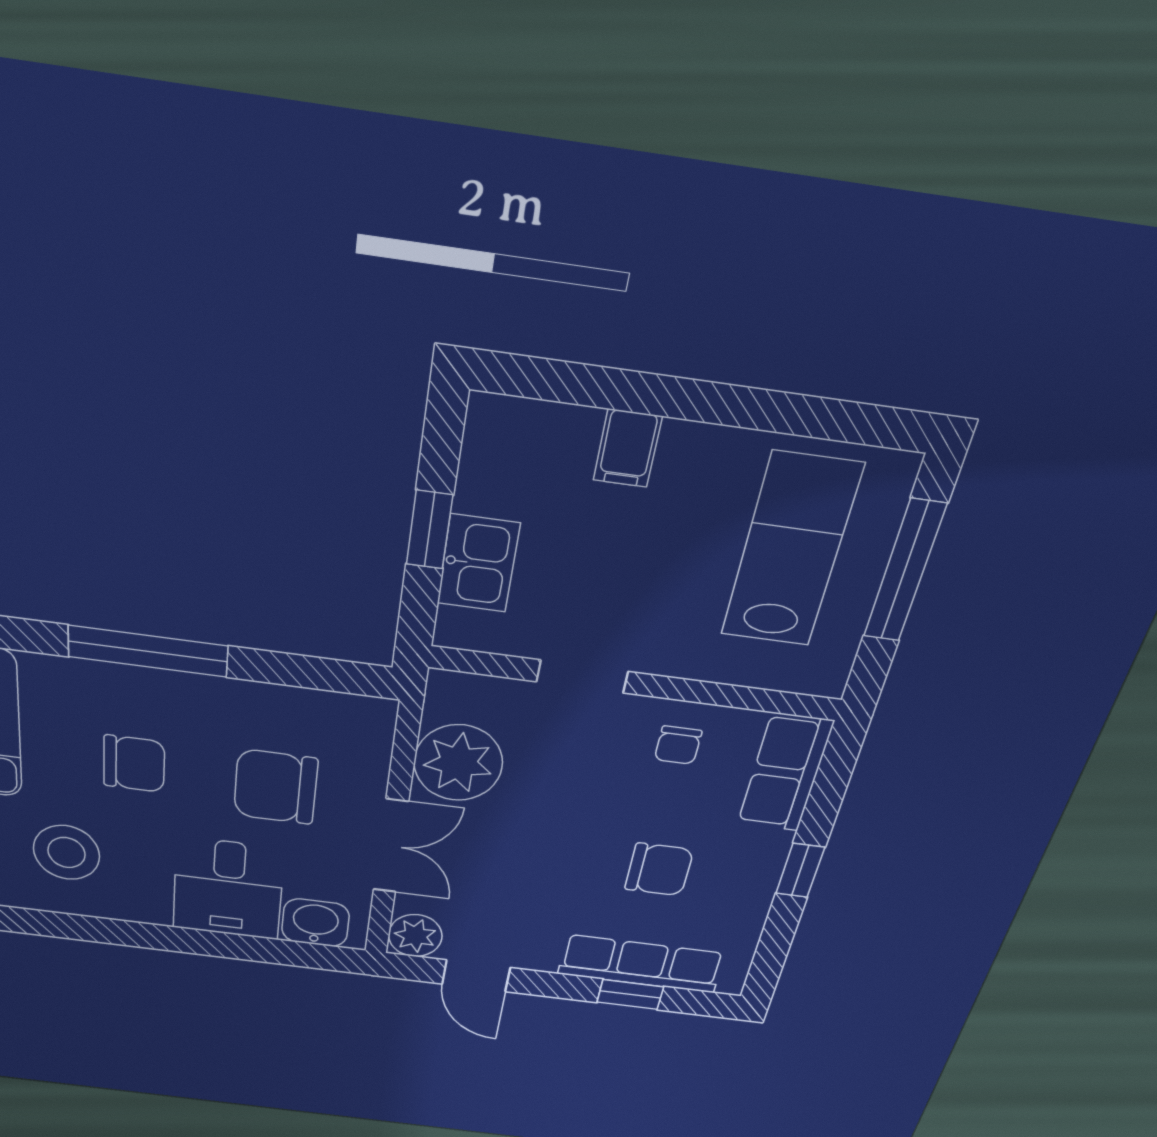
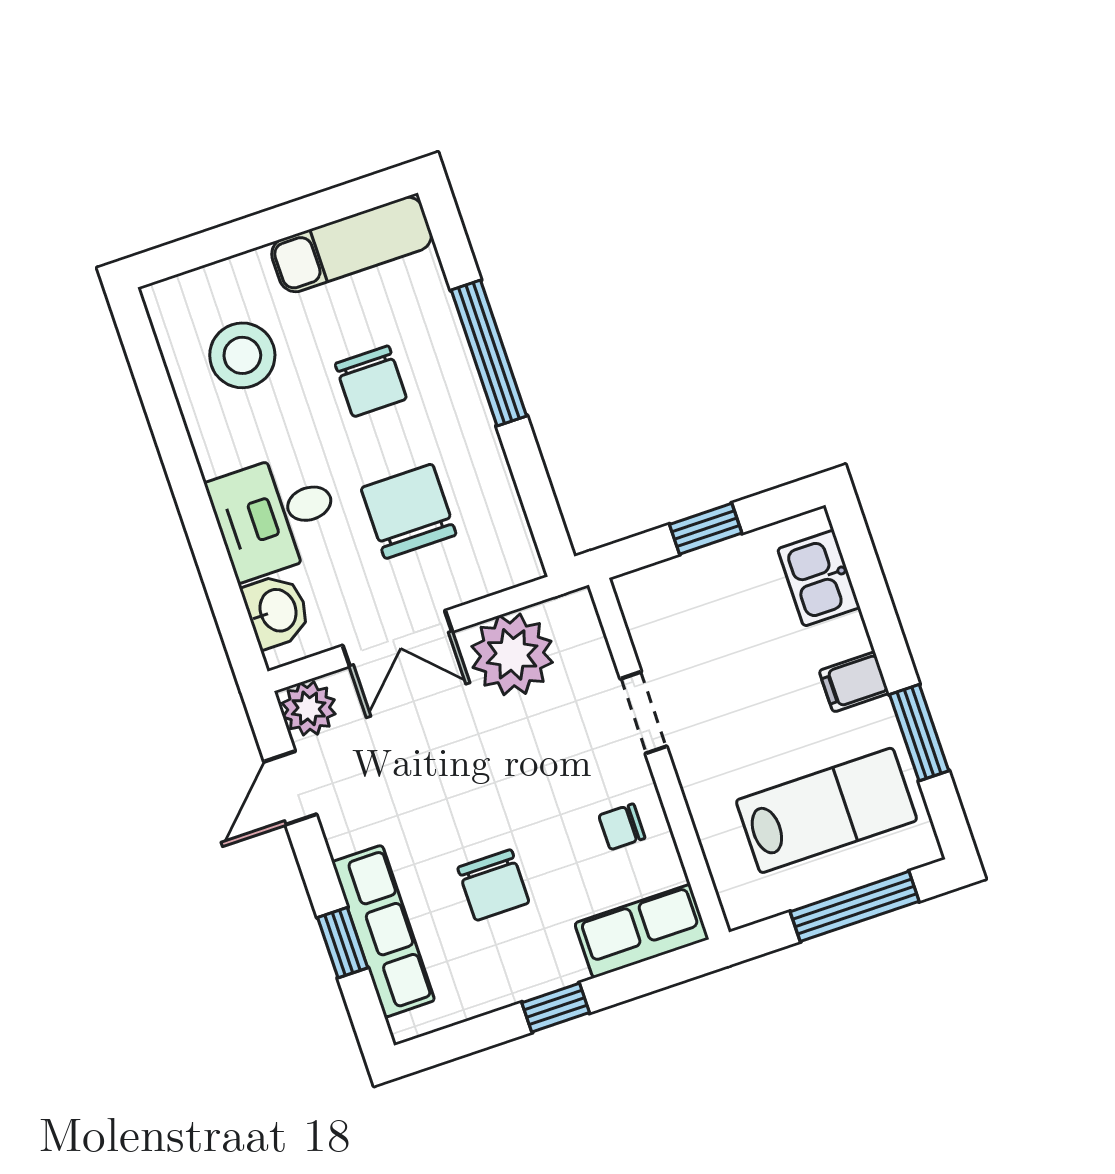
window: (776, 412) -> (919, 733), added
filing cabinet: (628, 448) -> (854, 682), moved
kitchen sink: (478, 563) -> (819, 578), moved, turned 90

